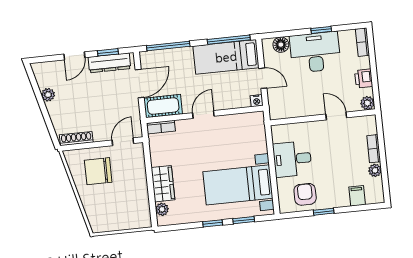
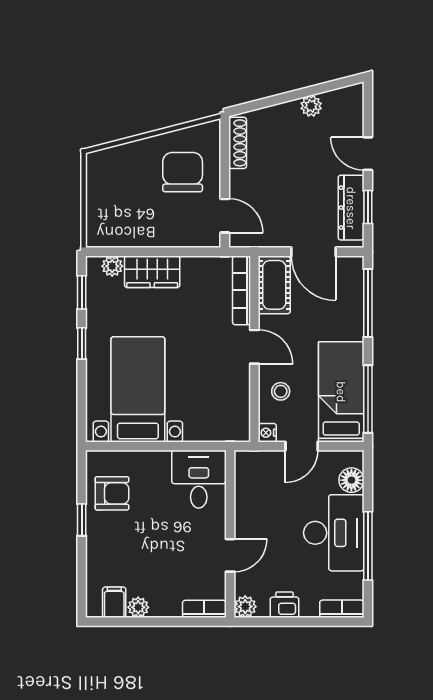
window: (321, 30) -> (368, 546), width x2.17
stool: (230, 95) -> (281, 391), added
bookcase: (161, 127) -> (242, 290), width x1.56
bookcase: (374, 149) -> (204, 609), moved
desk: (292, 159) -> (199, 479), moved
filing cabinet: (357, 196) -> (114, 602), moved, turned -90
window: (244, 220) -> (82, 292), moved

